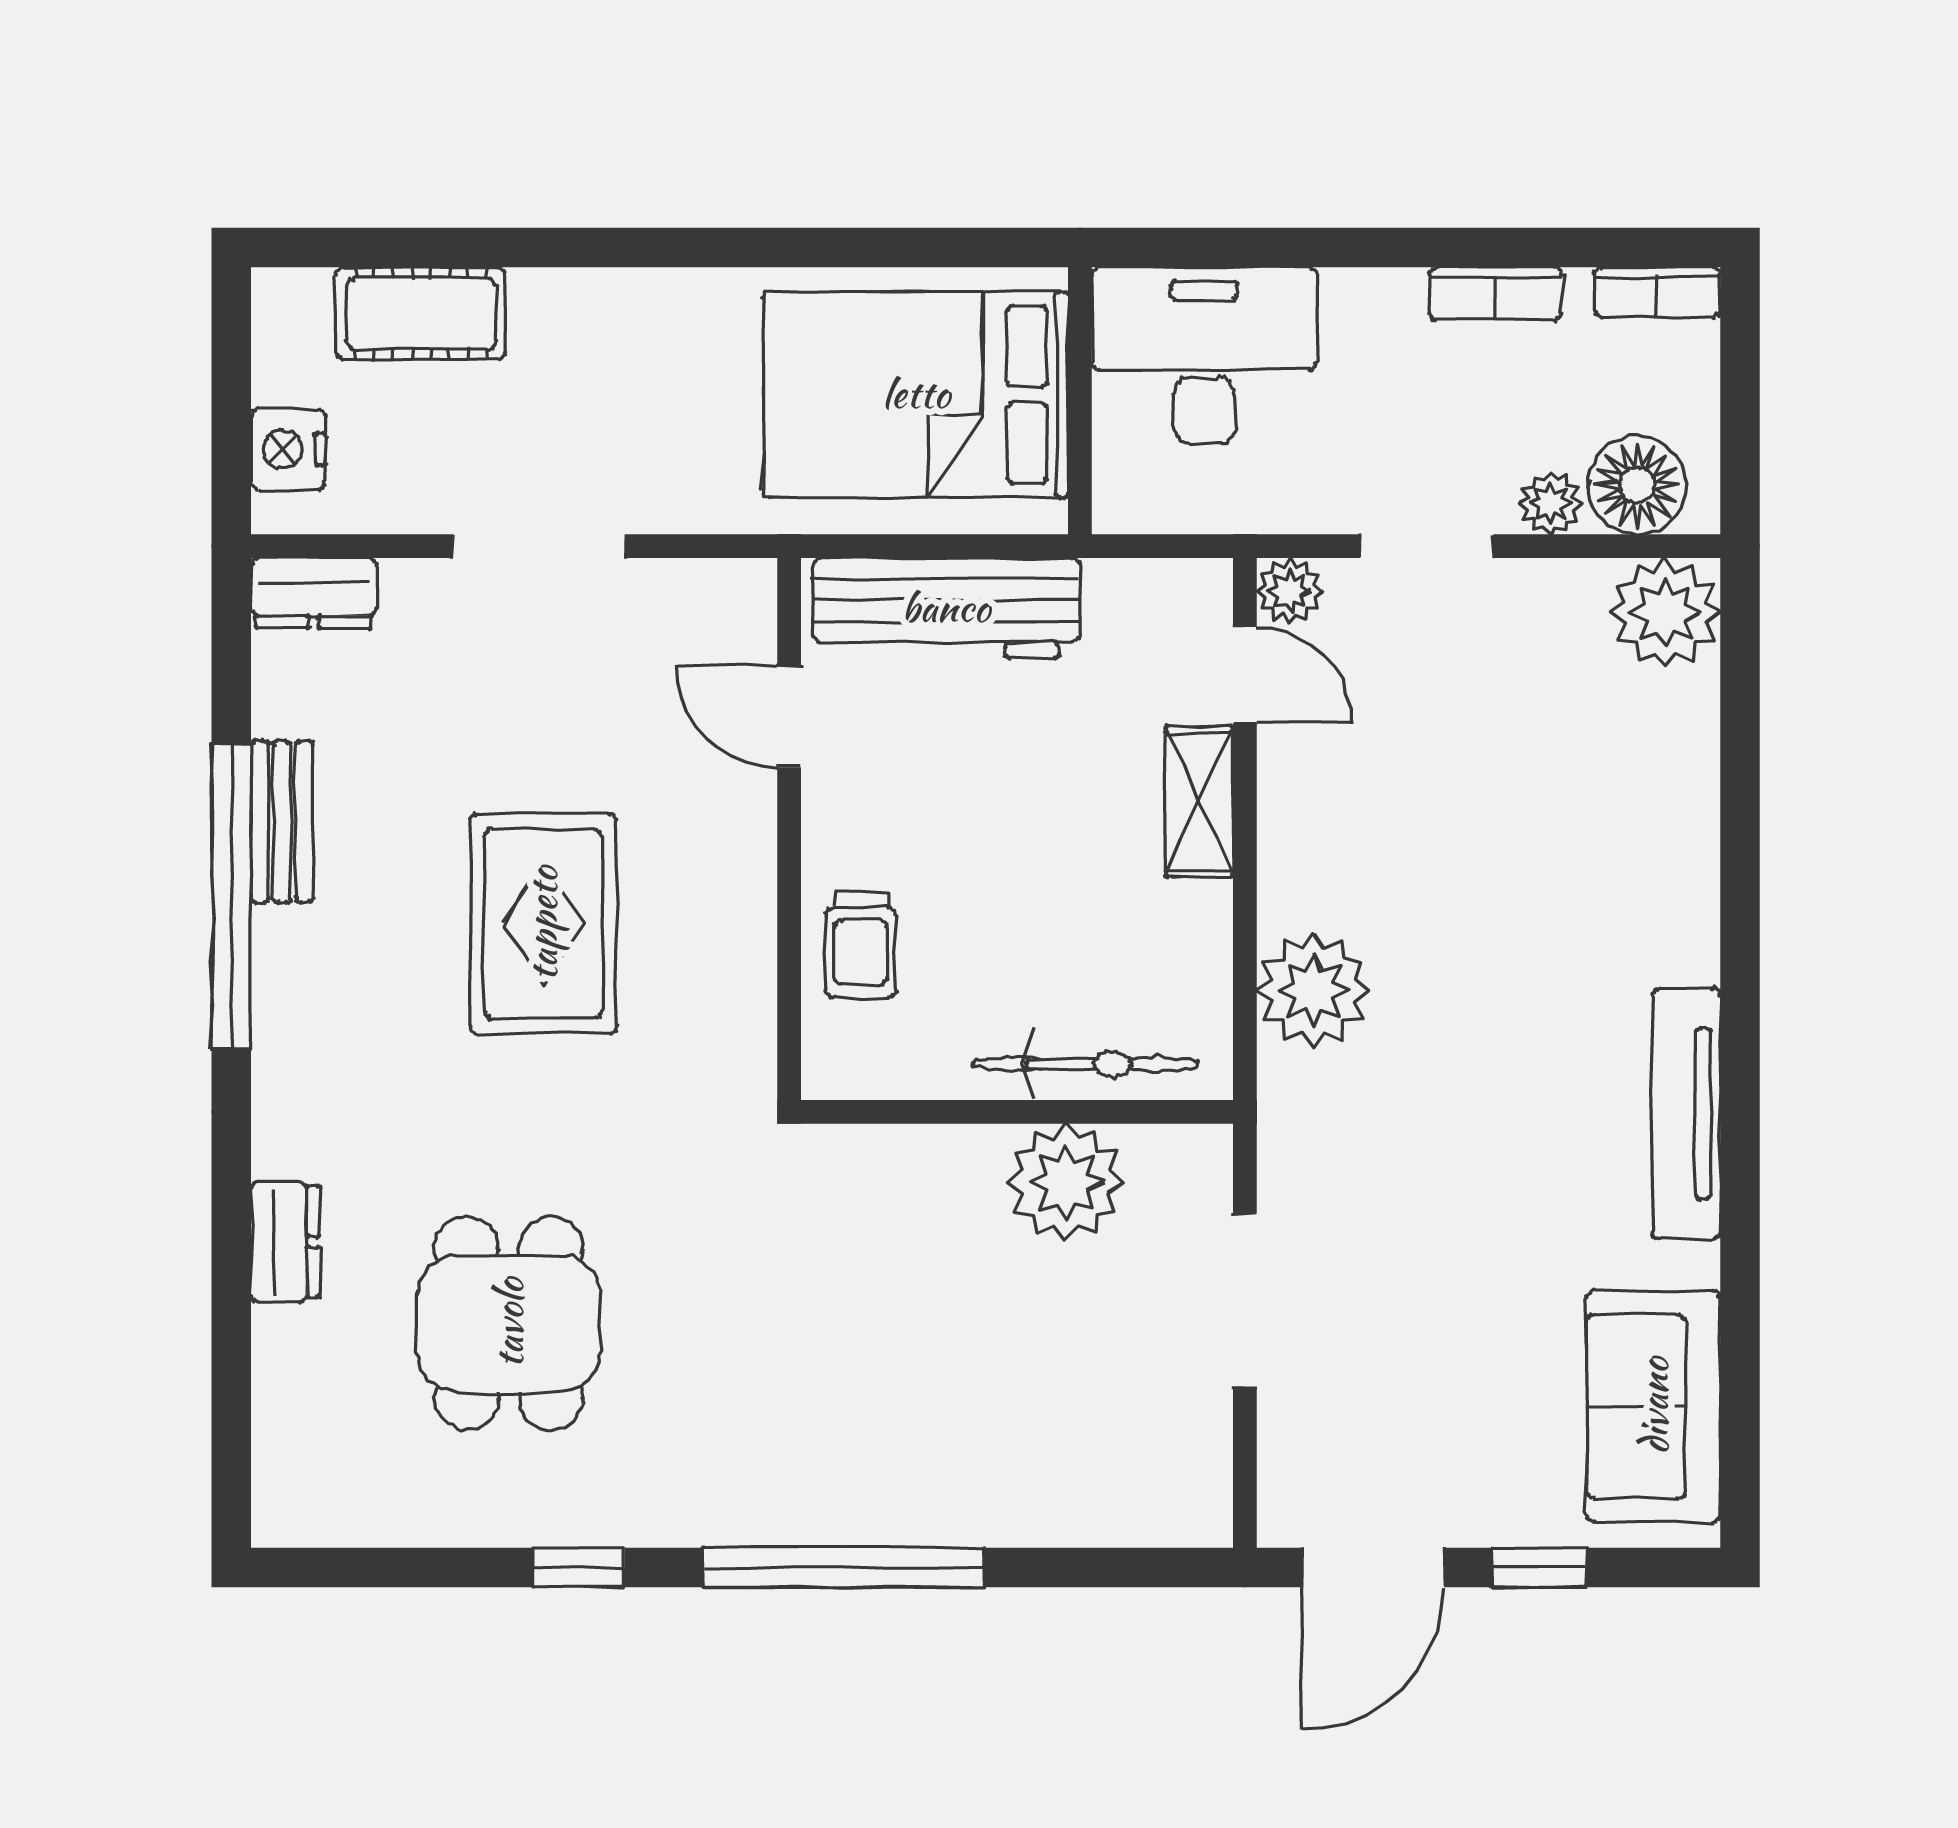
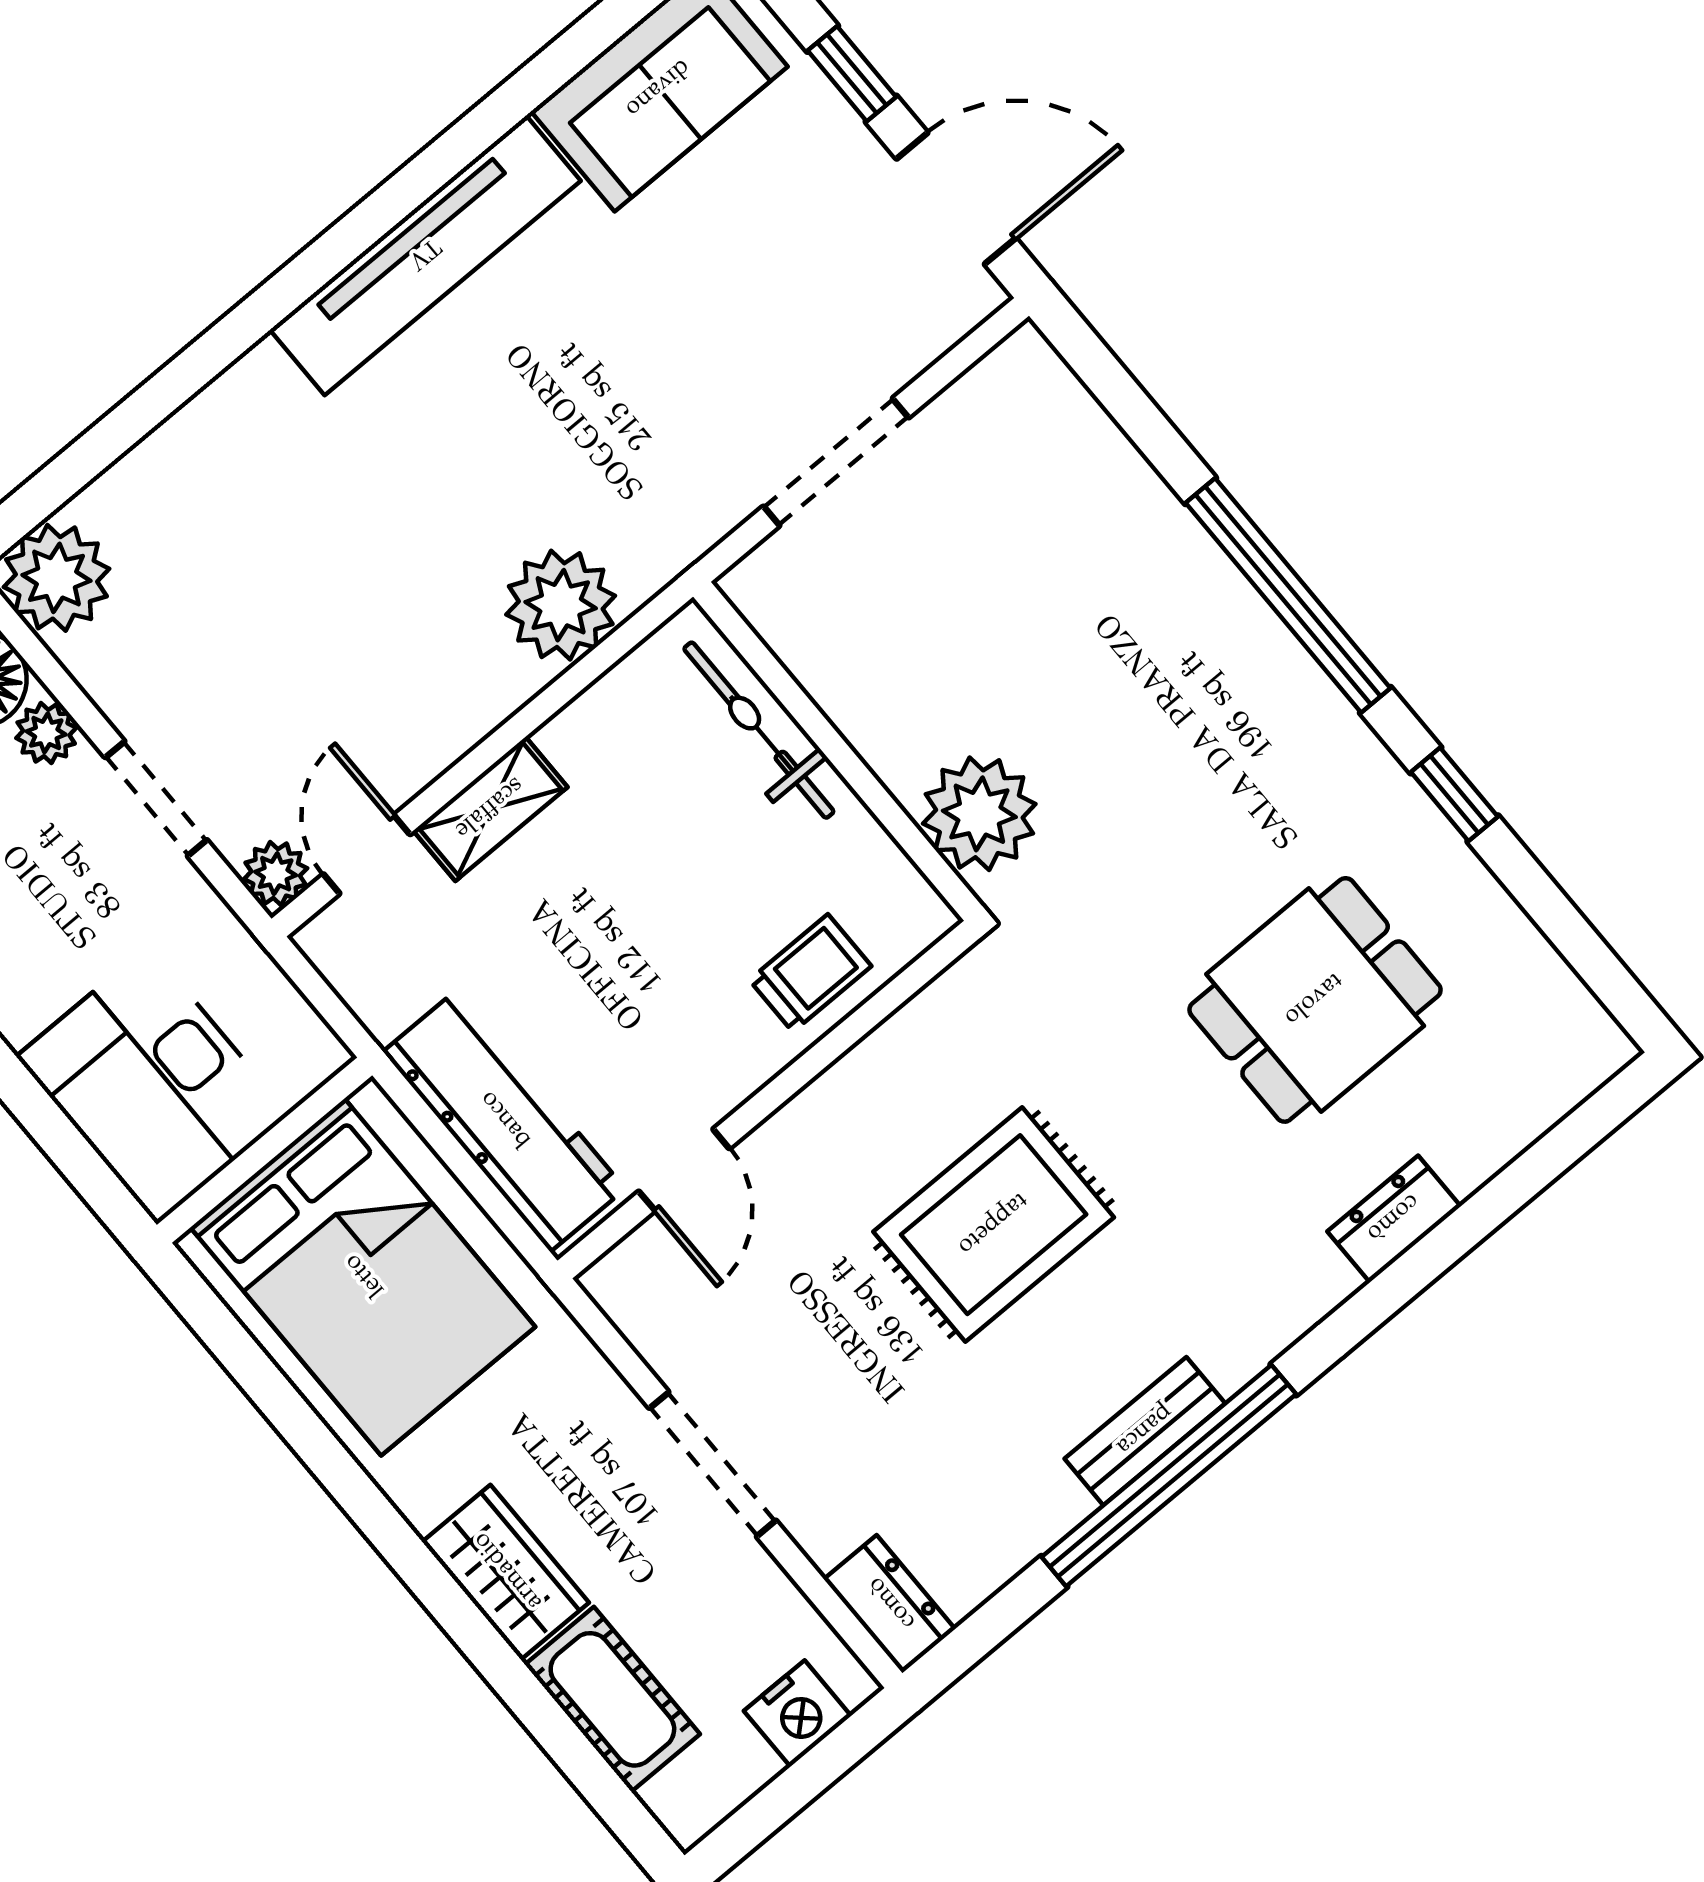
wardrobe: (591, 313) -> (506, 1572), added
bench: (282, 822) -> (1145, 1431), moved
tv unit: (1686, 1114) -> (425, 255), width x1.36, depth x1.29
plant: (1066, 1182) -> (979, 814), moved

